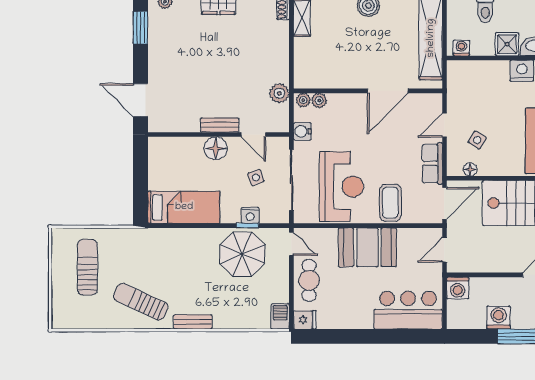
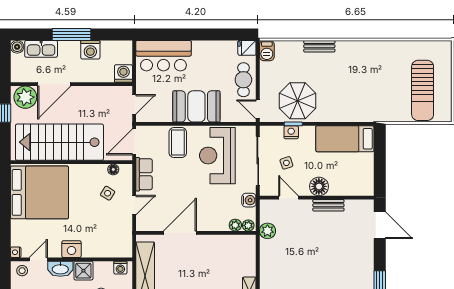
bench: (220, 125) -> (328, 205), moved
sun lounger: (87, 267) -> (423, 90), width x1.36, depth x1.34
sun lounger: (141, 302) -> (379, 63), removed
bench: (193, 322) -> (319, 46), moved

